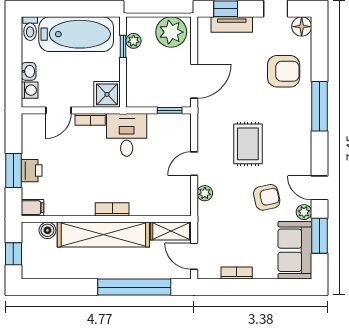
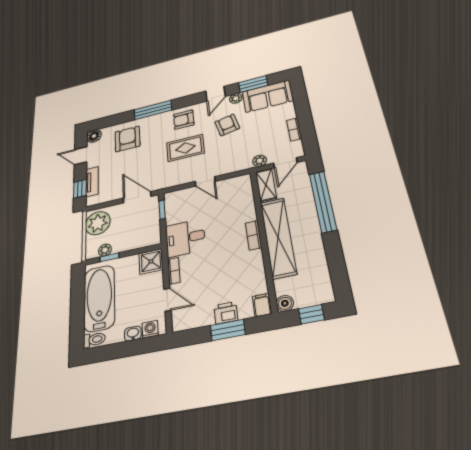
armchair: (292, 145) -> (184, 120), added
plant: (205, 193) -> (260, 161), moved
boiler: (47, 230) -> (285, 303), moved

